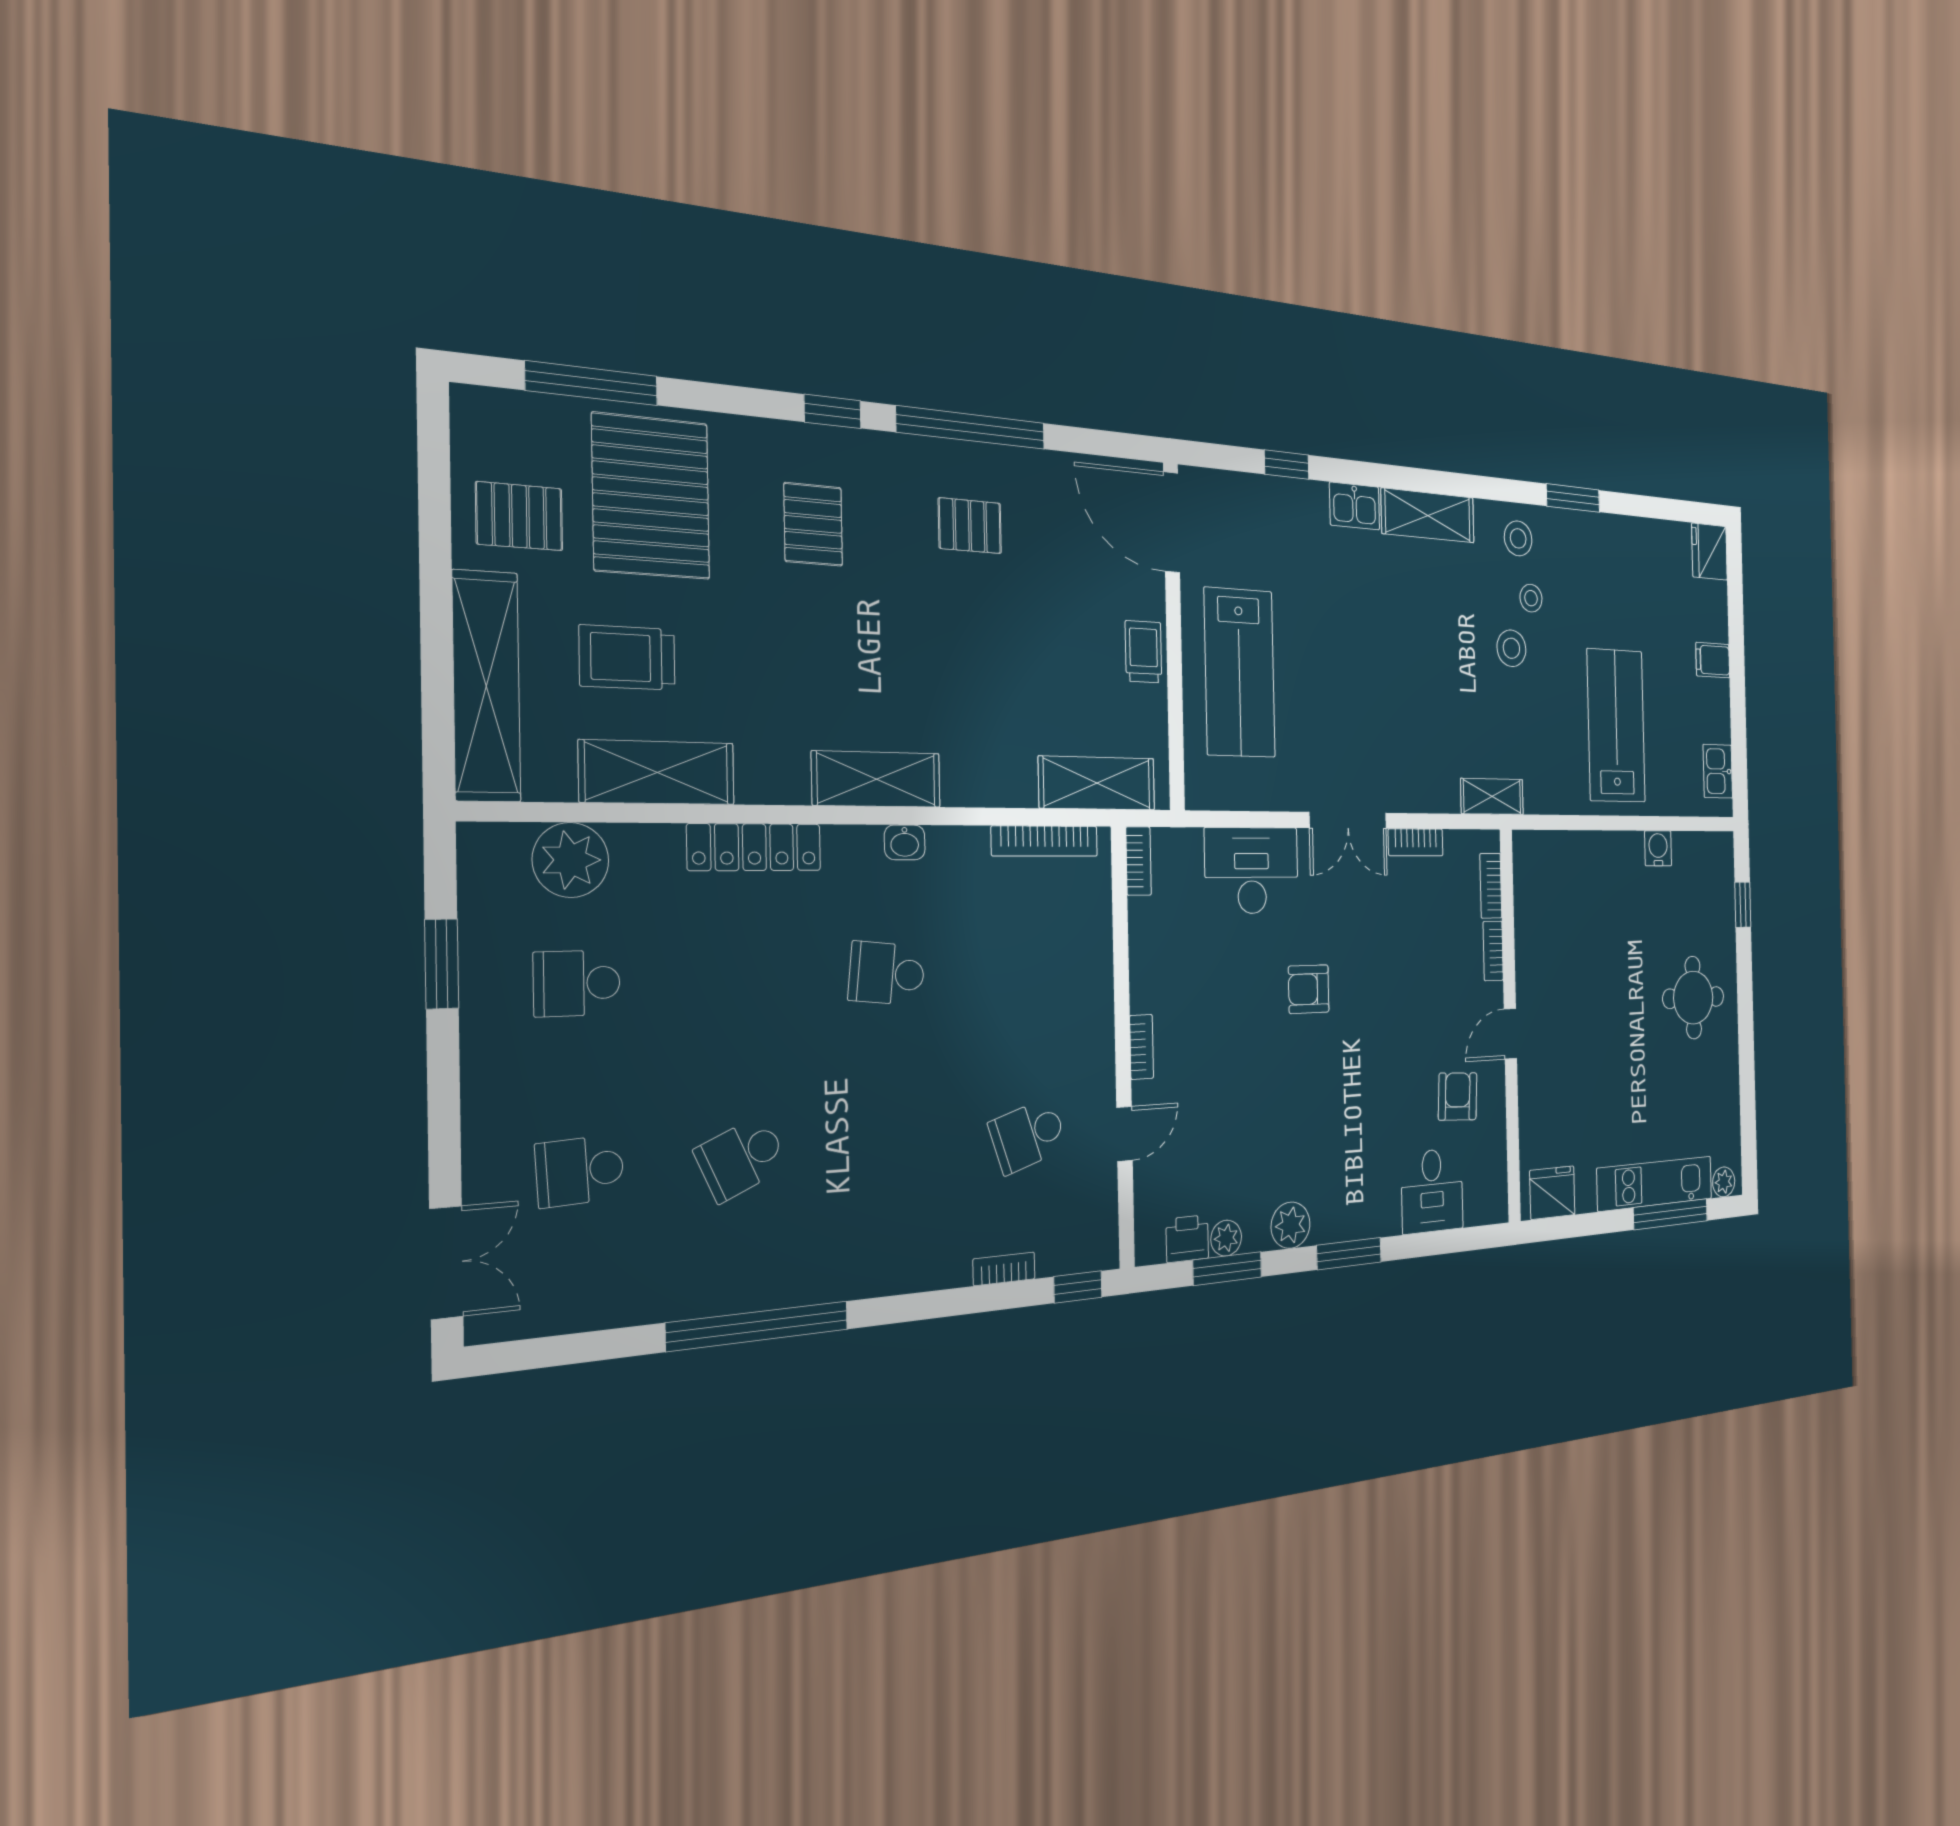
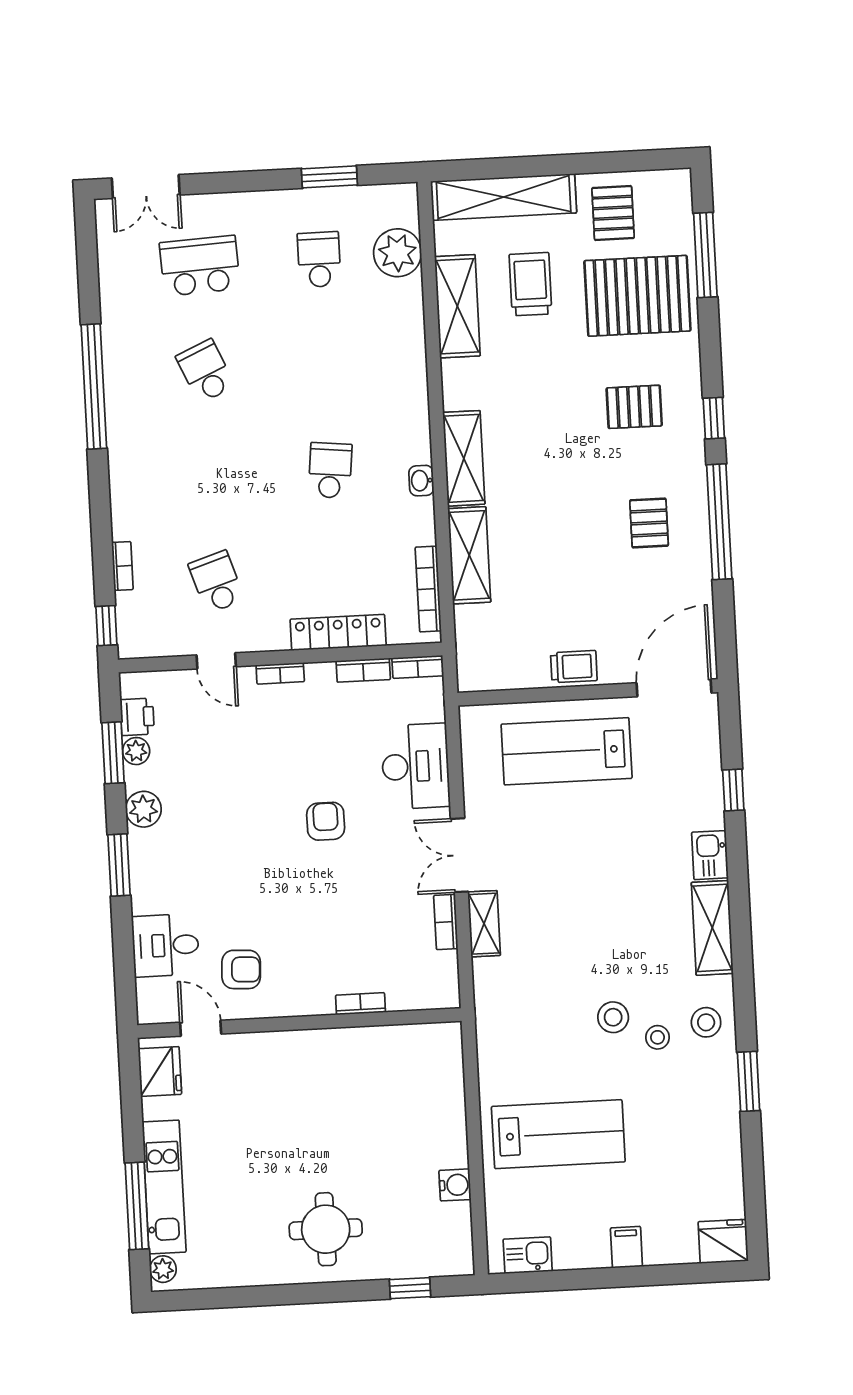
shelving: (1097, 783) -> (469, 555), moved
shelving: (1492, 796) -> (484, 924), moved
locker: (754, 847) -> (338, 632), moved, turned 90
bookcase: (1491, 886) -> (363, 670), moved, turned 180
door: (1510, 1034) -> (201, 1028), moved
school desk: (580, 1171) -> (200, 266), width x1.85

